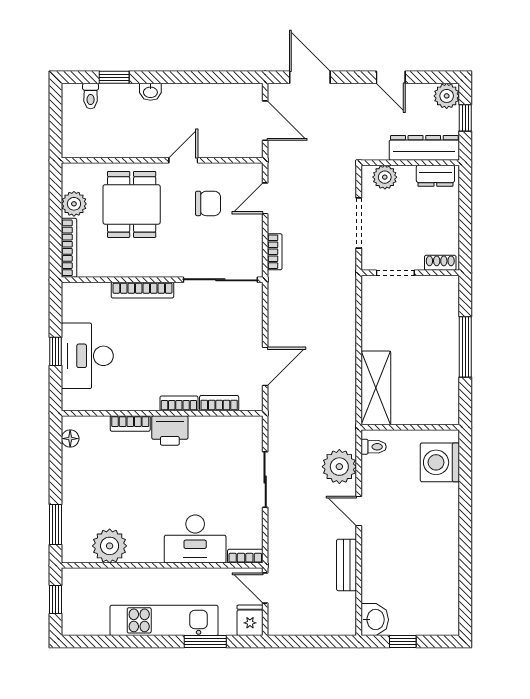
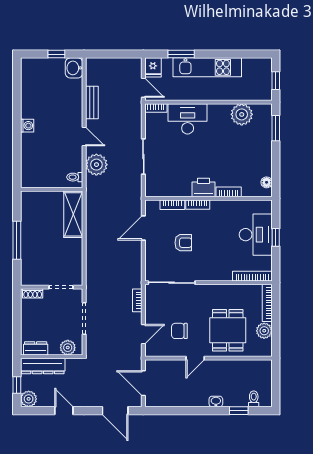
bookcase: (143, 290) -> (252, 276), moved
armchair: (202, 343) -> (183, 243), added
washing machine: (440, 462) -> (27, 126), moved, width x0.53, depth x0.53

